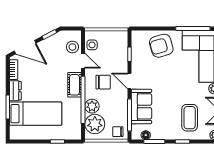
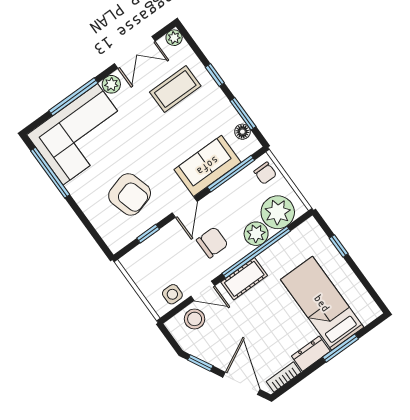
armchair: (161, 46) -> (130, 194), moved
door: (83, 61) -> (203, 291), swing flipped
chair: (103, 82) -> (212, 242), turned 90

